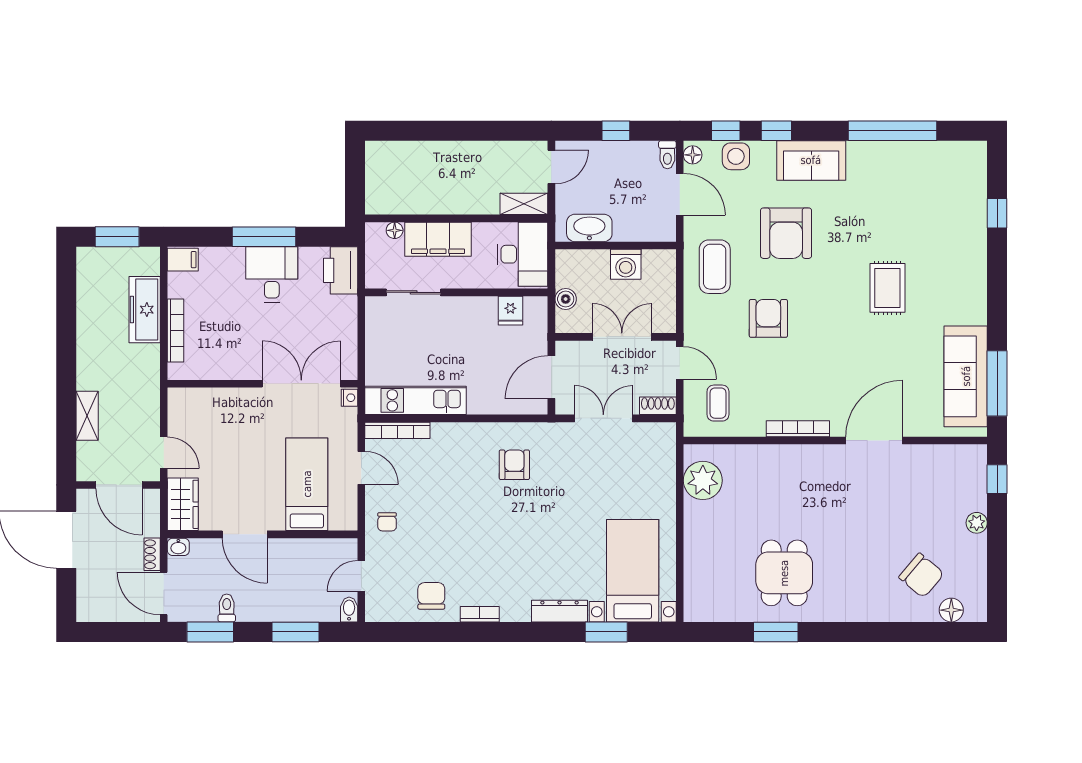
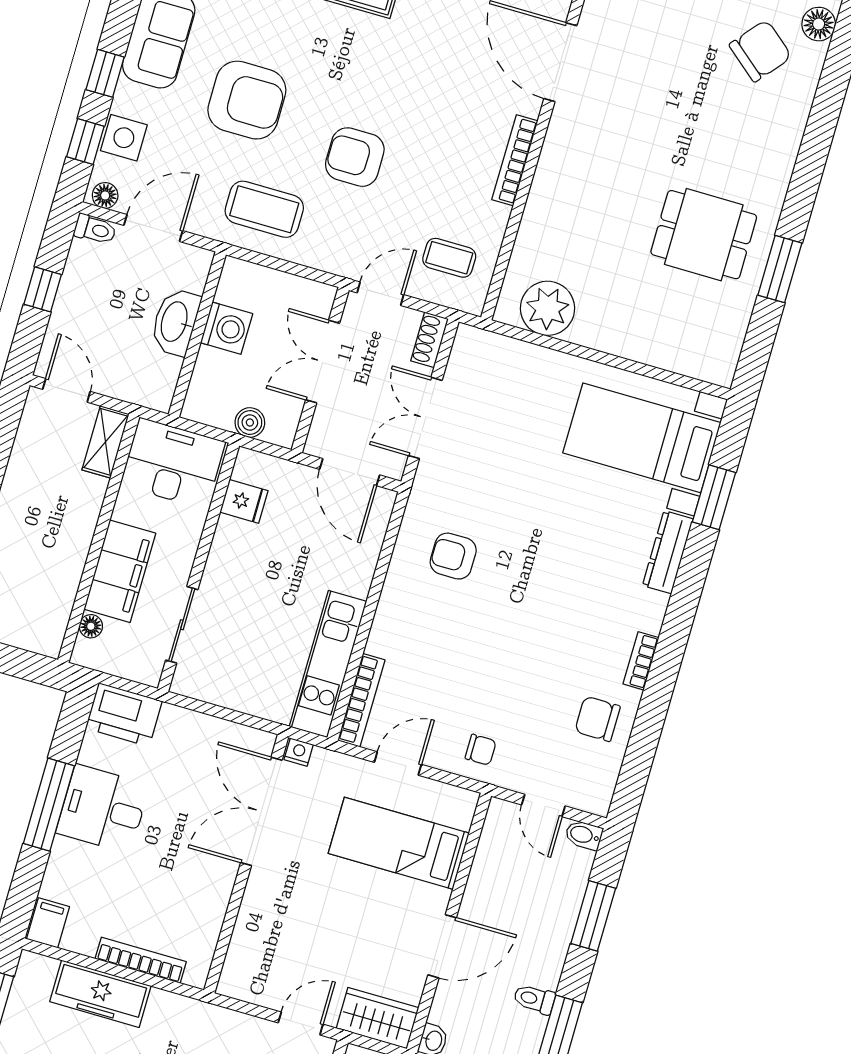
washbasin: (589, 228) -> (175, 322), moved

